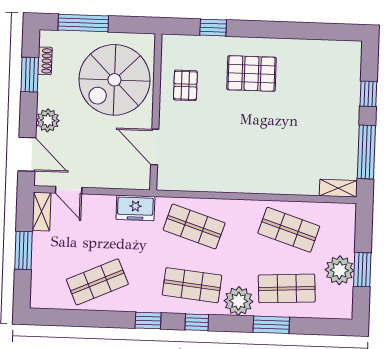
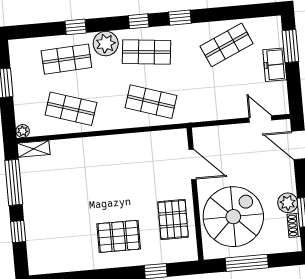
window: (83, 23) -> (247, 263), moved
pallet: (185, 85) -> (173, 219), width x1.50, depth x1.42
plant: (48, 120) -> (288, 203), moved
freezer: (135, 208) -> (275, 65), moved, turned -90
shelving: (42, 212) -> (281, 98), removed
window: (24, 250) -> (290, 46), moved
plant: (340, 270) -> (23, 131), moved, width x0.53, depth x0.53
window: (271, 325) -> (76, 27), width x0.67

